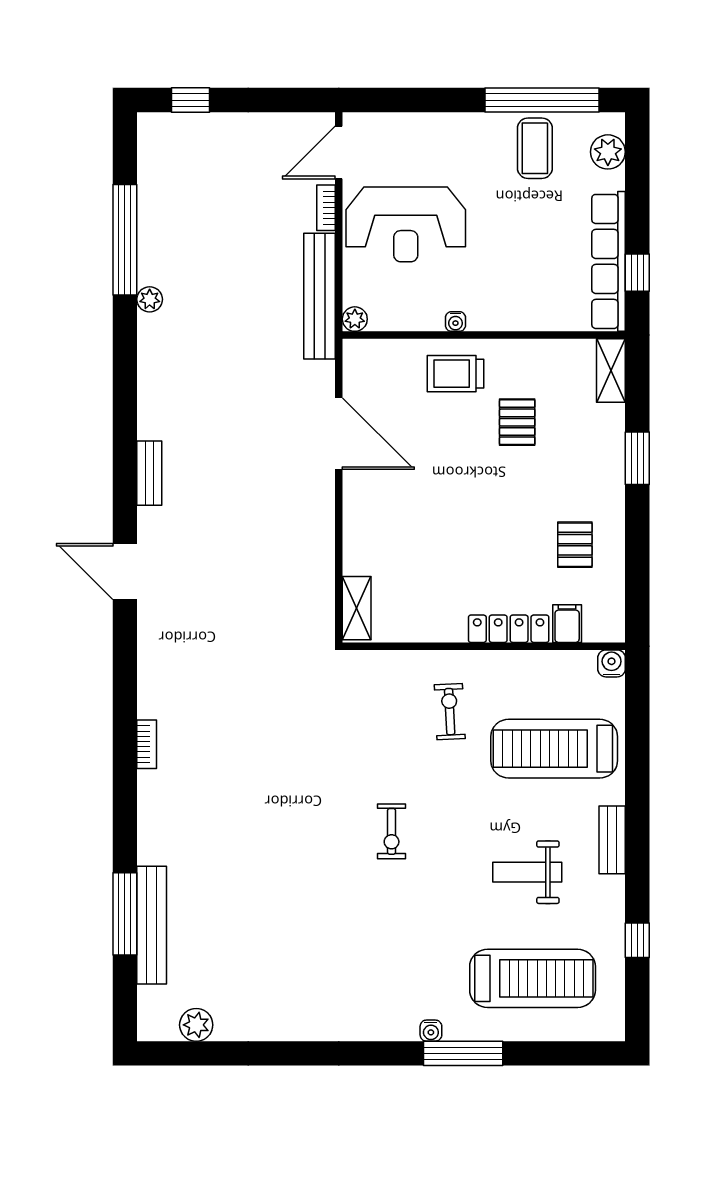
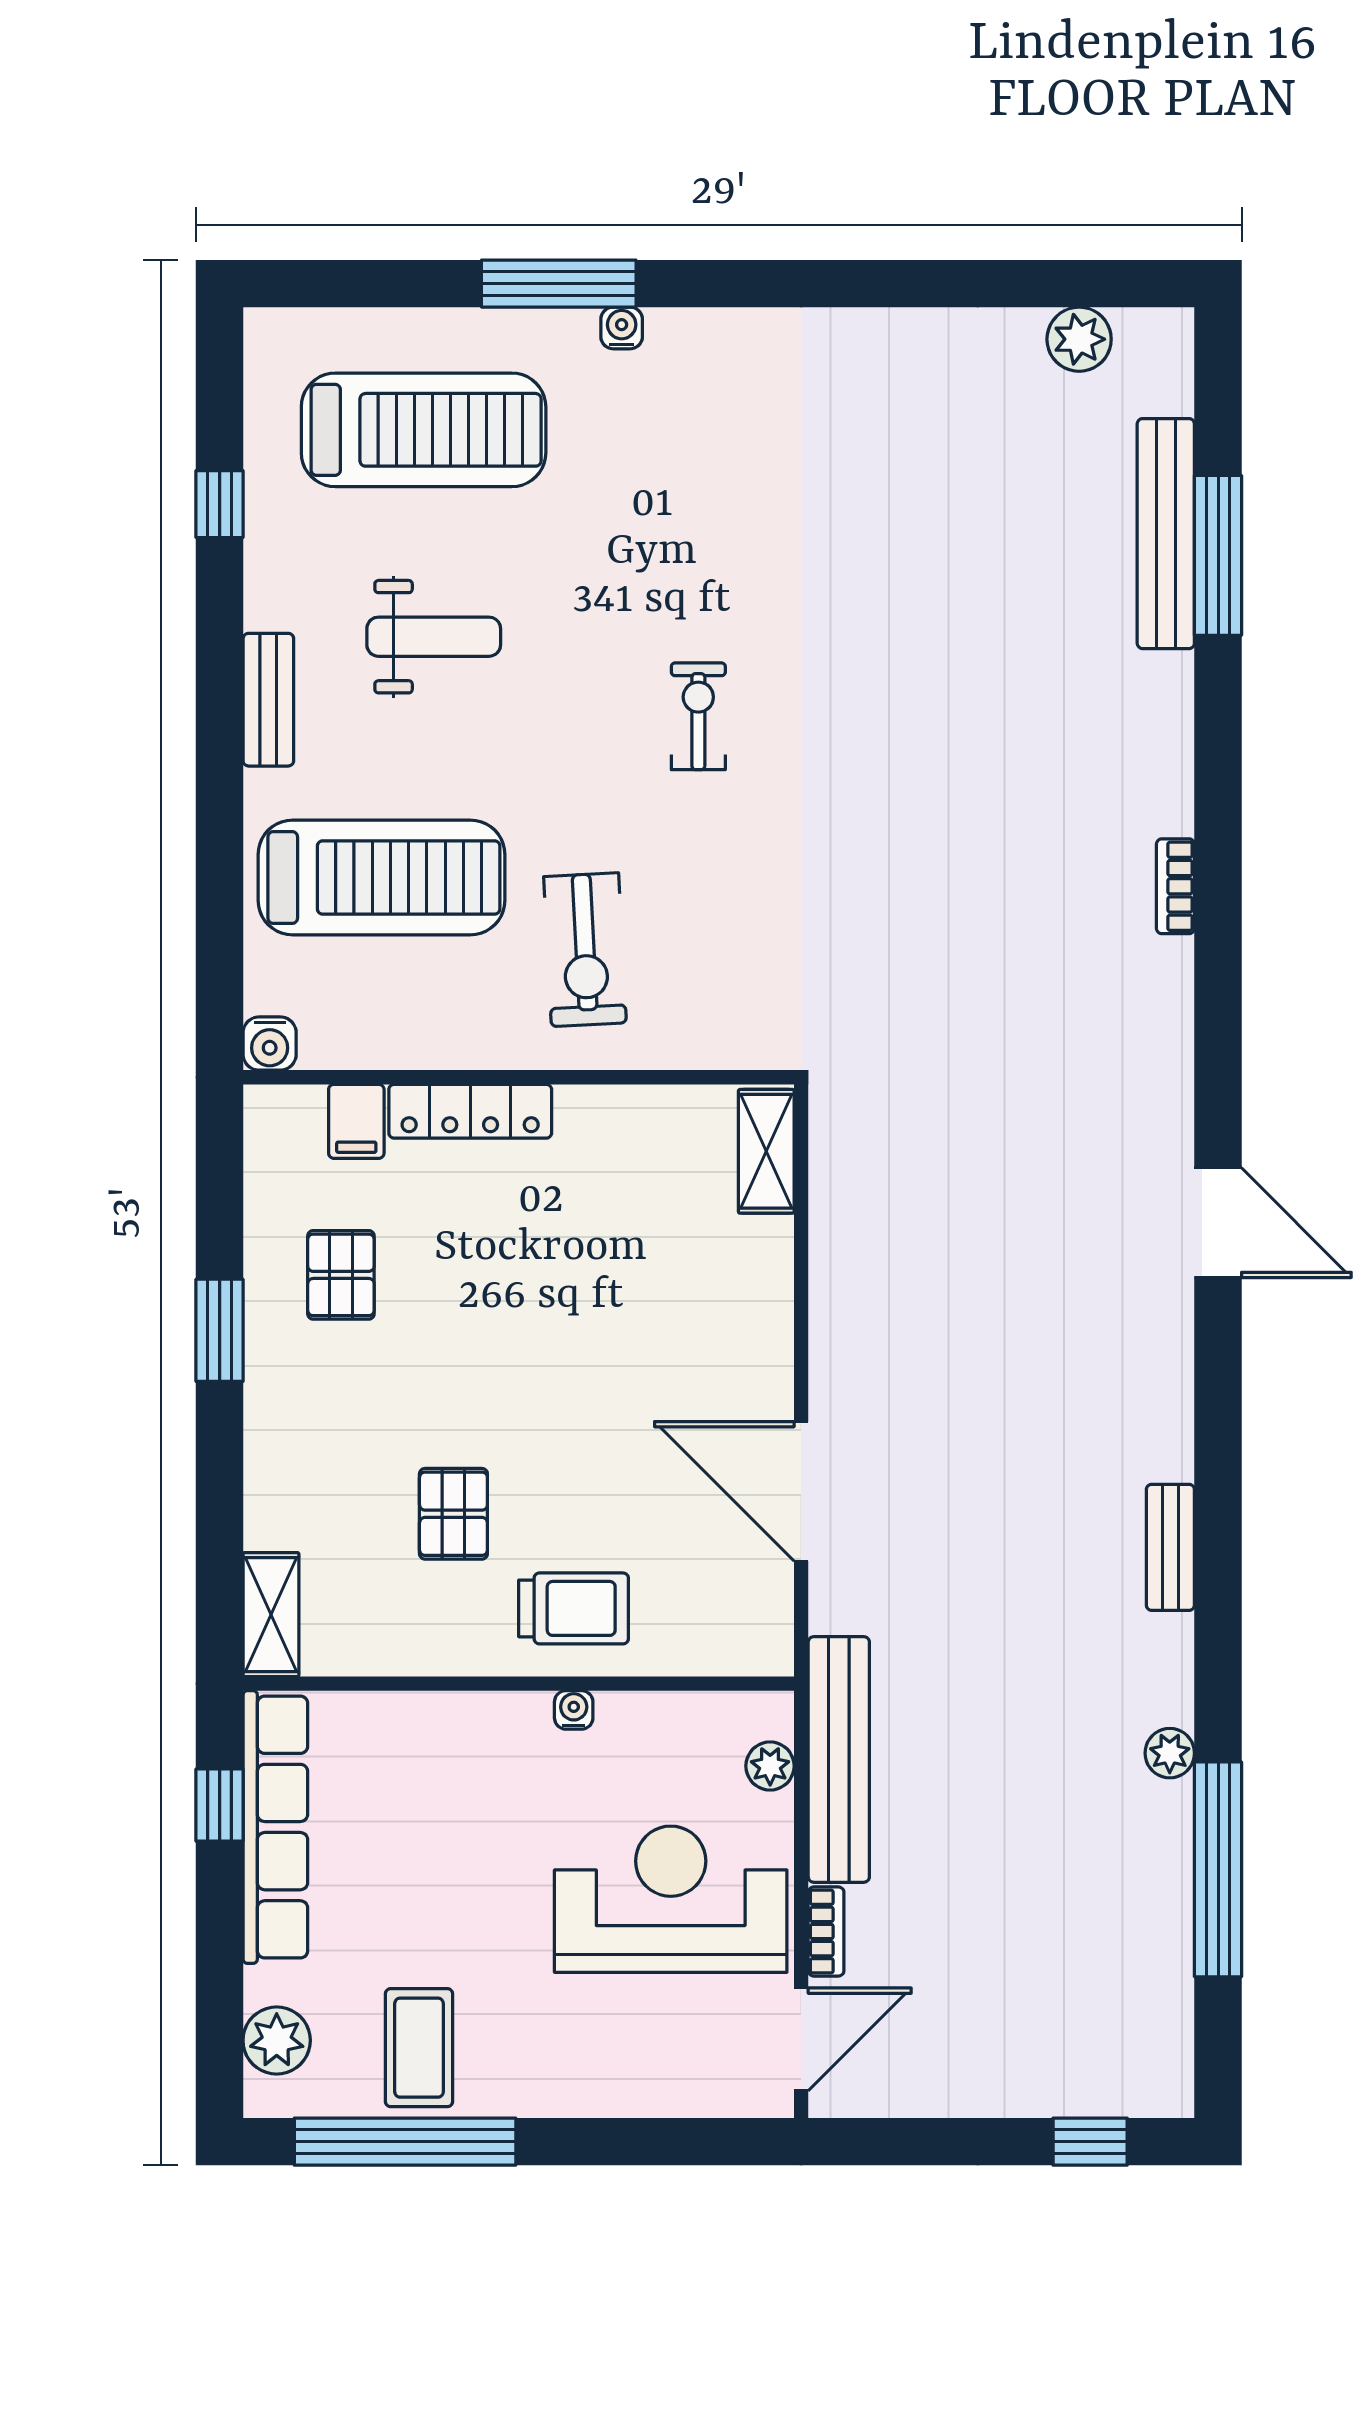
plant: (355, 319) -> (770, 1766), moved
window: (637, 458) -> (220, 1330), moved
bench: (149, 473) -> (1170, 1547), moved
exercise bike: (450, 712) -> (585, 950), width x1.38, depth x1.39
treadmill: (533, 978) -> (424, 430), turned 180

